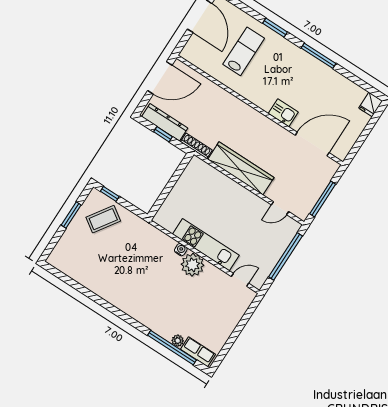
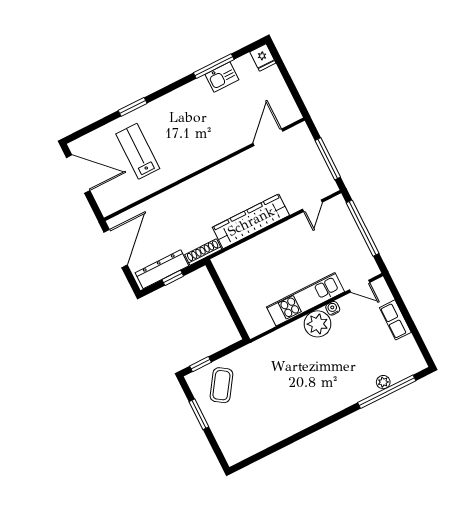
window: (319, 56) -> (214, 66), moved
kitchen sink: (283, 113) -> (222, 77), moved, turned 180
door: (312, 144) -> (268, 137), width x0.73
water cooler: (181, 250) -> (333, 308), moved
door: (240, 280) -> (360, 286), swing flipped
row of seats: (198, 352) -> (395, 320), moved, turned -90

